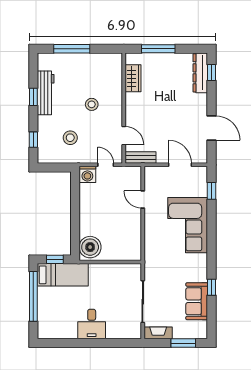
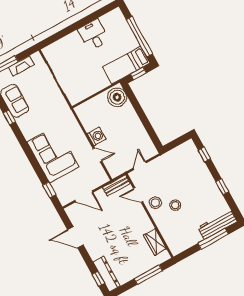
workbench: (46, 93) -> (217, 224), moved, turned 90
stool: (70, 138) -> (155, 203), moved
door: (106, 165) -> (140, 166), swing flipped
washing machine: (87, 174) -> (97, 137), moved, turned 90
desk: (92, 324) -> (94, 35), moved
fireplace: (158, 333) -> (21, 66), moved

